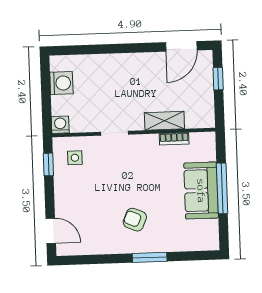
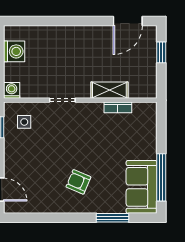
window: (222, 188) -> (161, 177), moved
sofa: (201, 191) -> (142, 187), moved
window: (150, 257) -> (112, 218), moved

